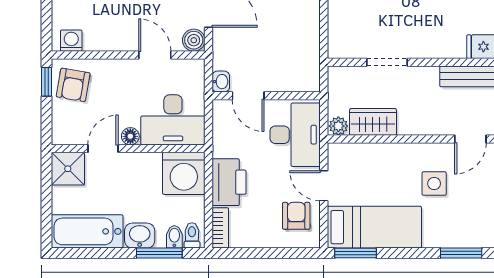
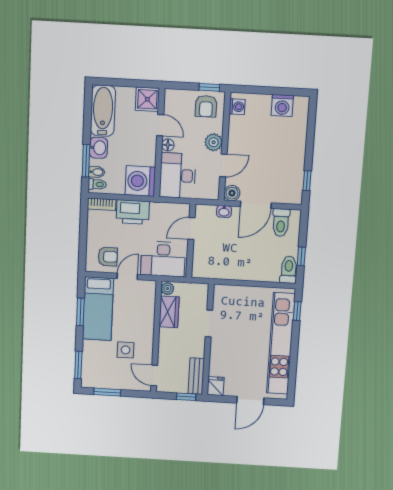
plant: (123, 71) -> (214, 142), added
washbasin: (221, 82) -> (224, 211), moved
armchair: (73, 85) -> (206, 106), turned -100
window: (355, 253) -> (80, 312), moved

